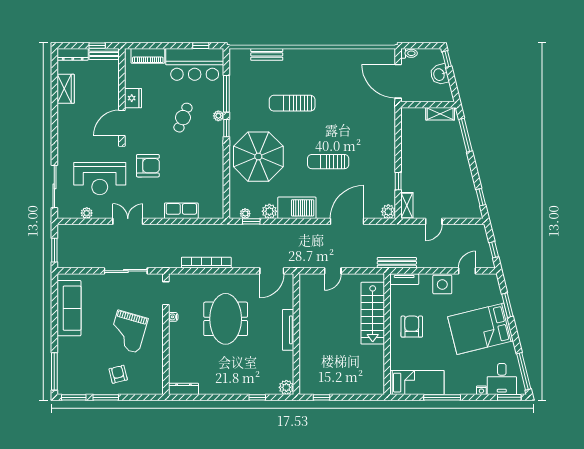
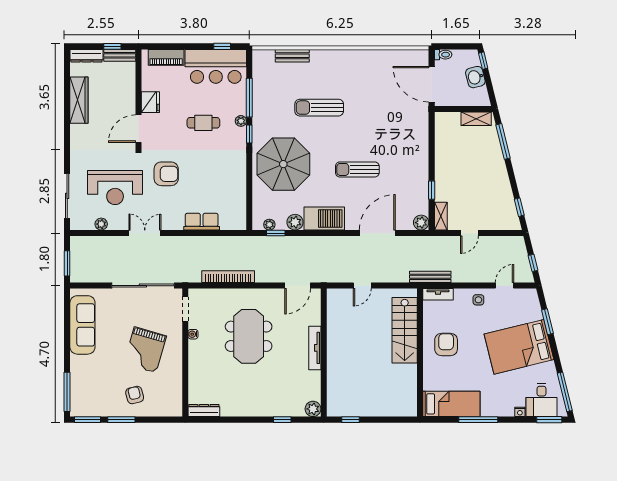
wardrobe: (66, 89) -> (79, 100), width x1.50
cafe table: (183, 118) -> (203, 123), turned 68
sliding door: (126, 271) -> (143, 286), width x1.36
side table: (442, 284) -> (478, 300), width x0.54, depth x0.54

